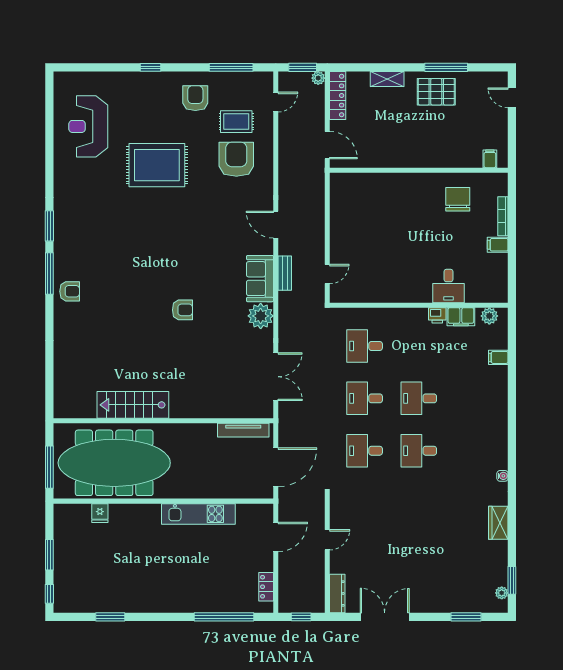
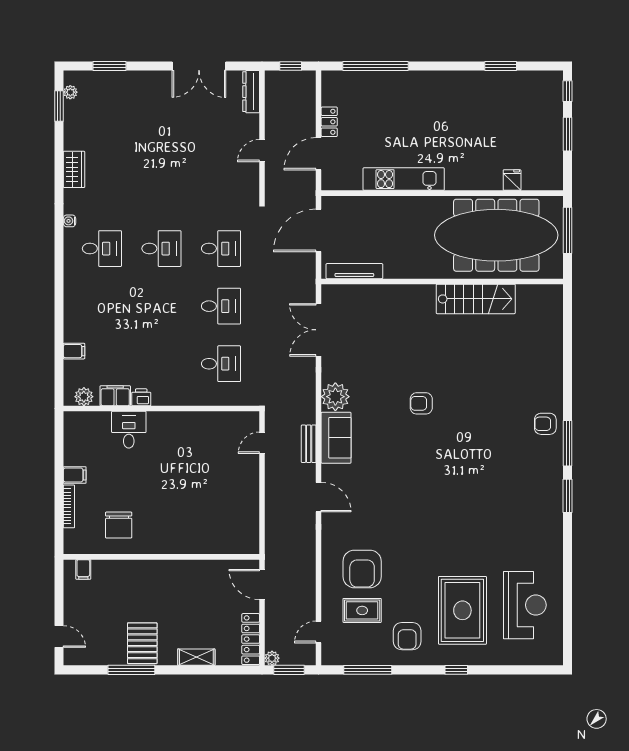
pallet: (436, 92) -> (142, 643), turned 90
rug: (157, 165) -> (462, 610), moved, turned 90
desk: (419, 398) -> (102, 249), moved
locker: (266, 587) -> (329, 122), moved

